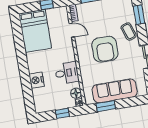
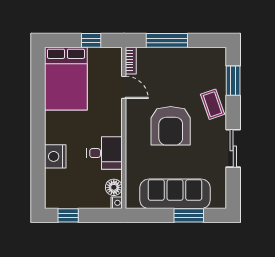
window: (106, 106) -> (189, 215), moved
window: (62, 113) -> (68, 215), moved

